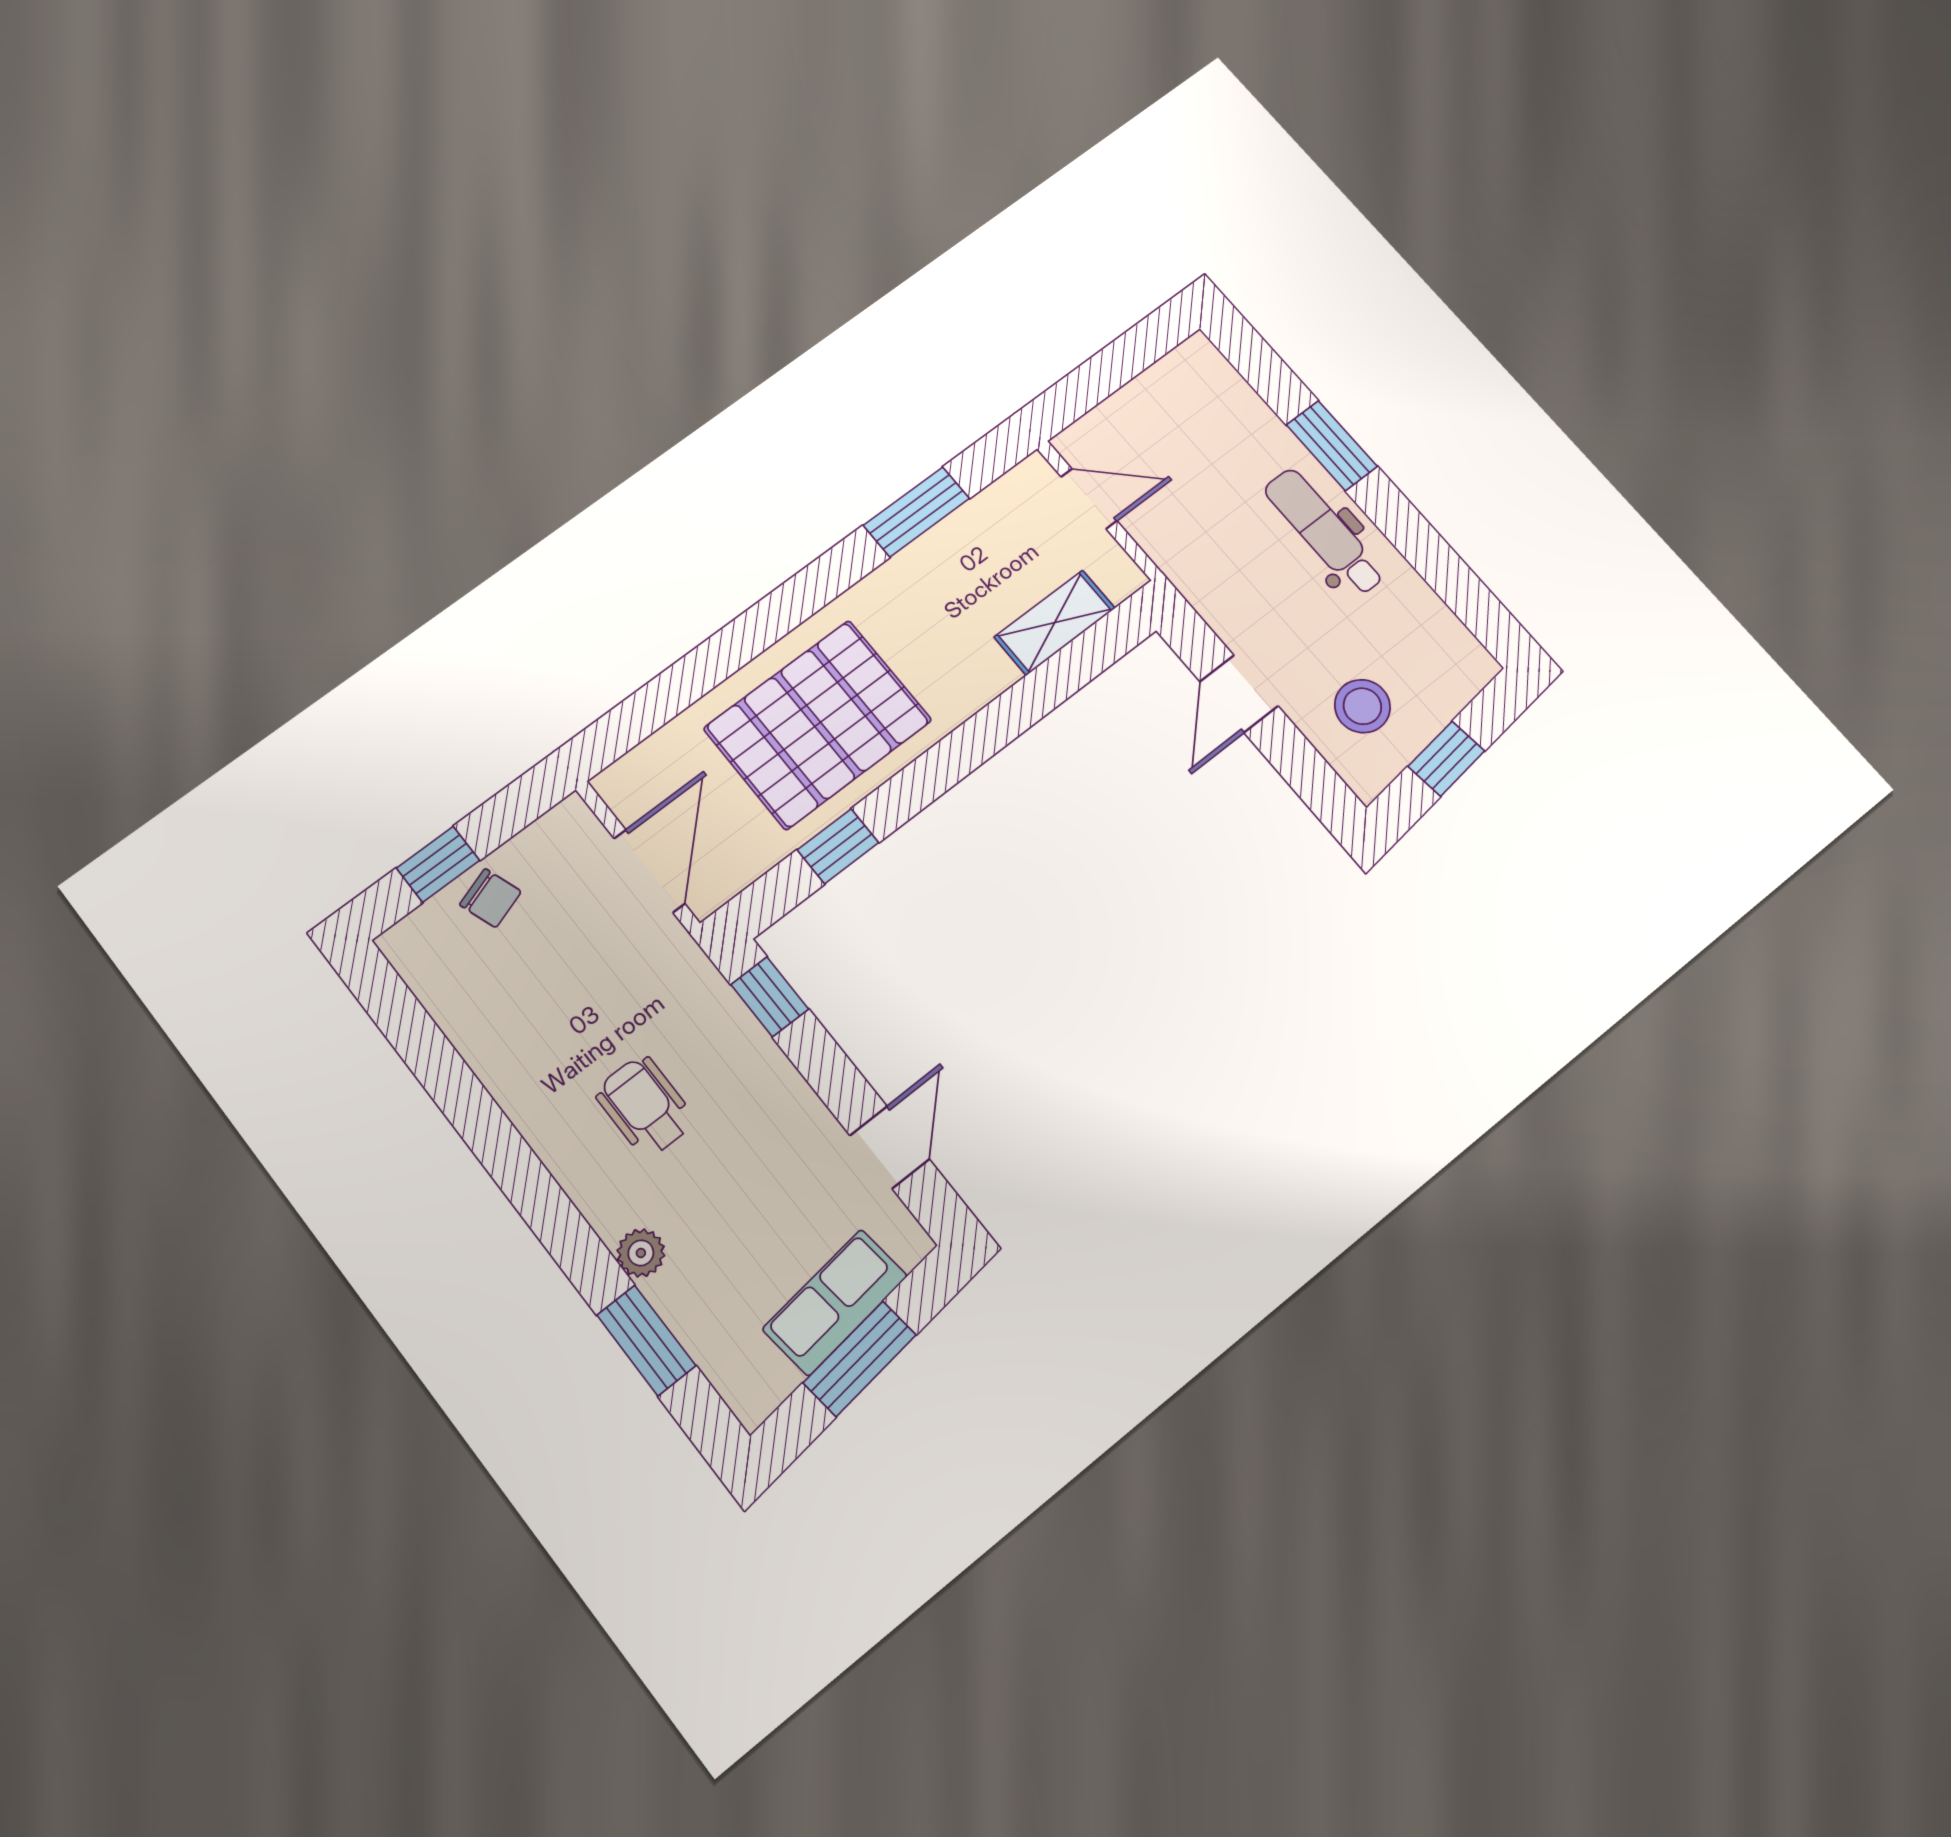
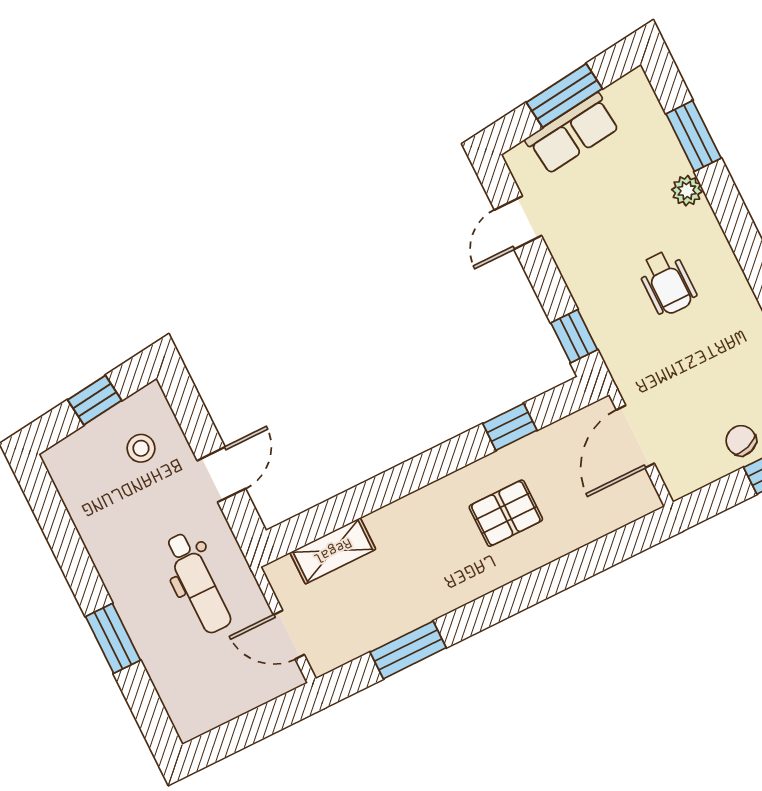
dental chair: (1325, 532) -> (198, 583), moved
stool: (1362, 706) -> (141, 448), width x0.73, depth x0.73
pallet: (818, 724) -> (506, 513), width x0.49, depth x0.50

